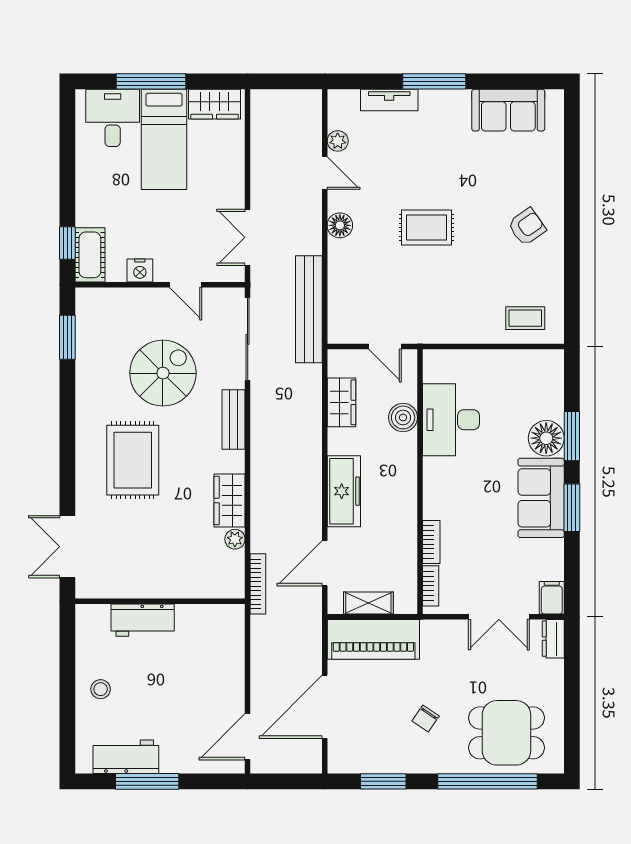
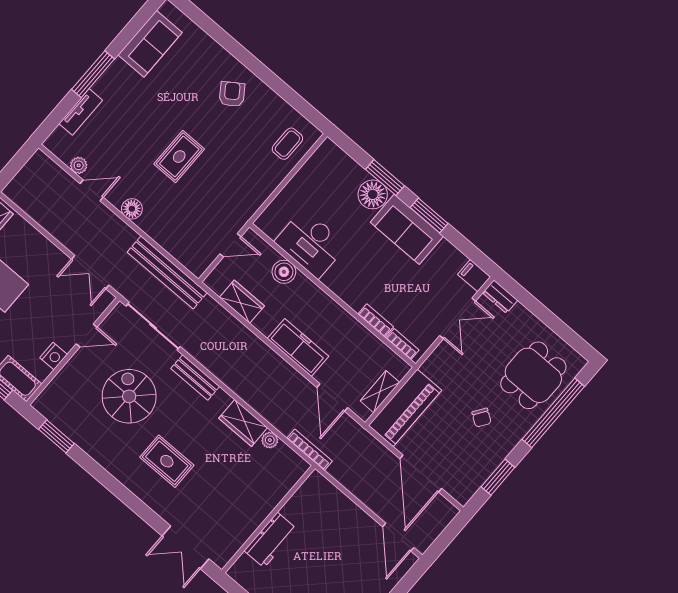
rug: (133, 460) -> (167, 461), width x0.73, depth x0.70

